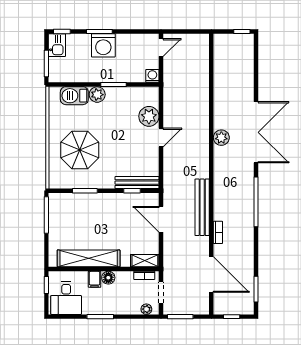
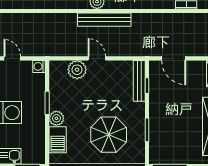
bench: (202, 207) -> (104, 20), moved
door: (161, 219) -> (174, 58), hinge flipped

